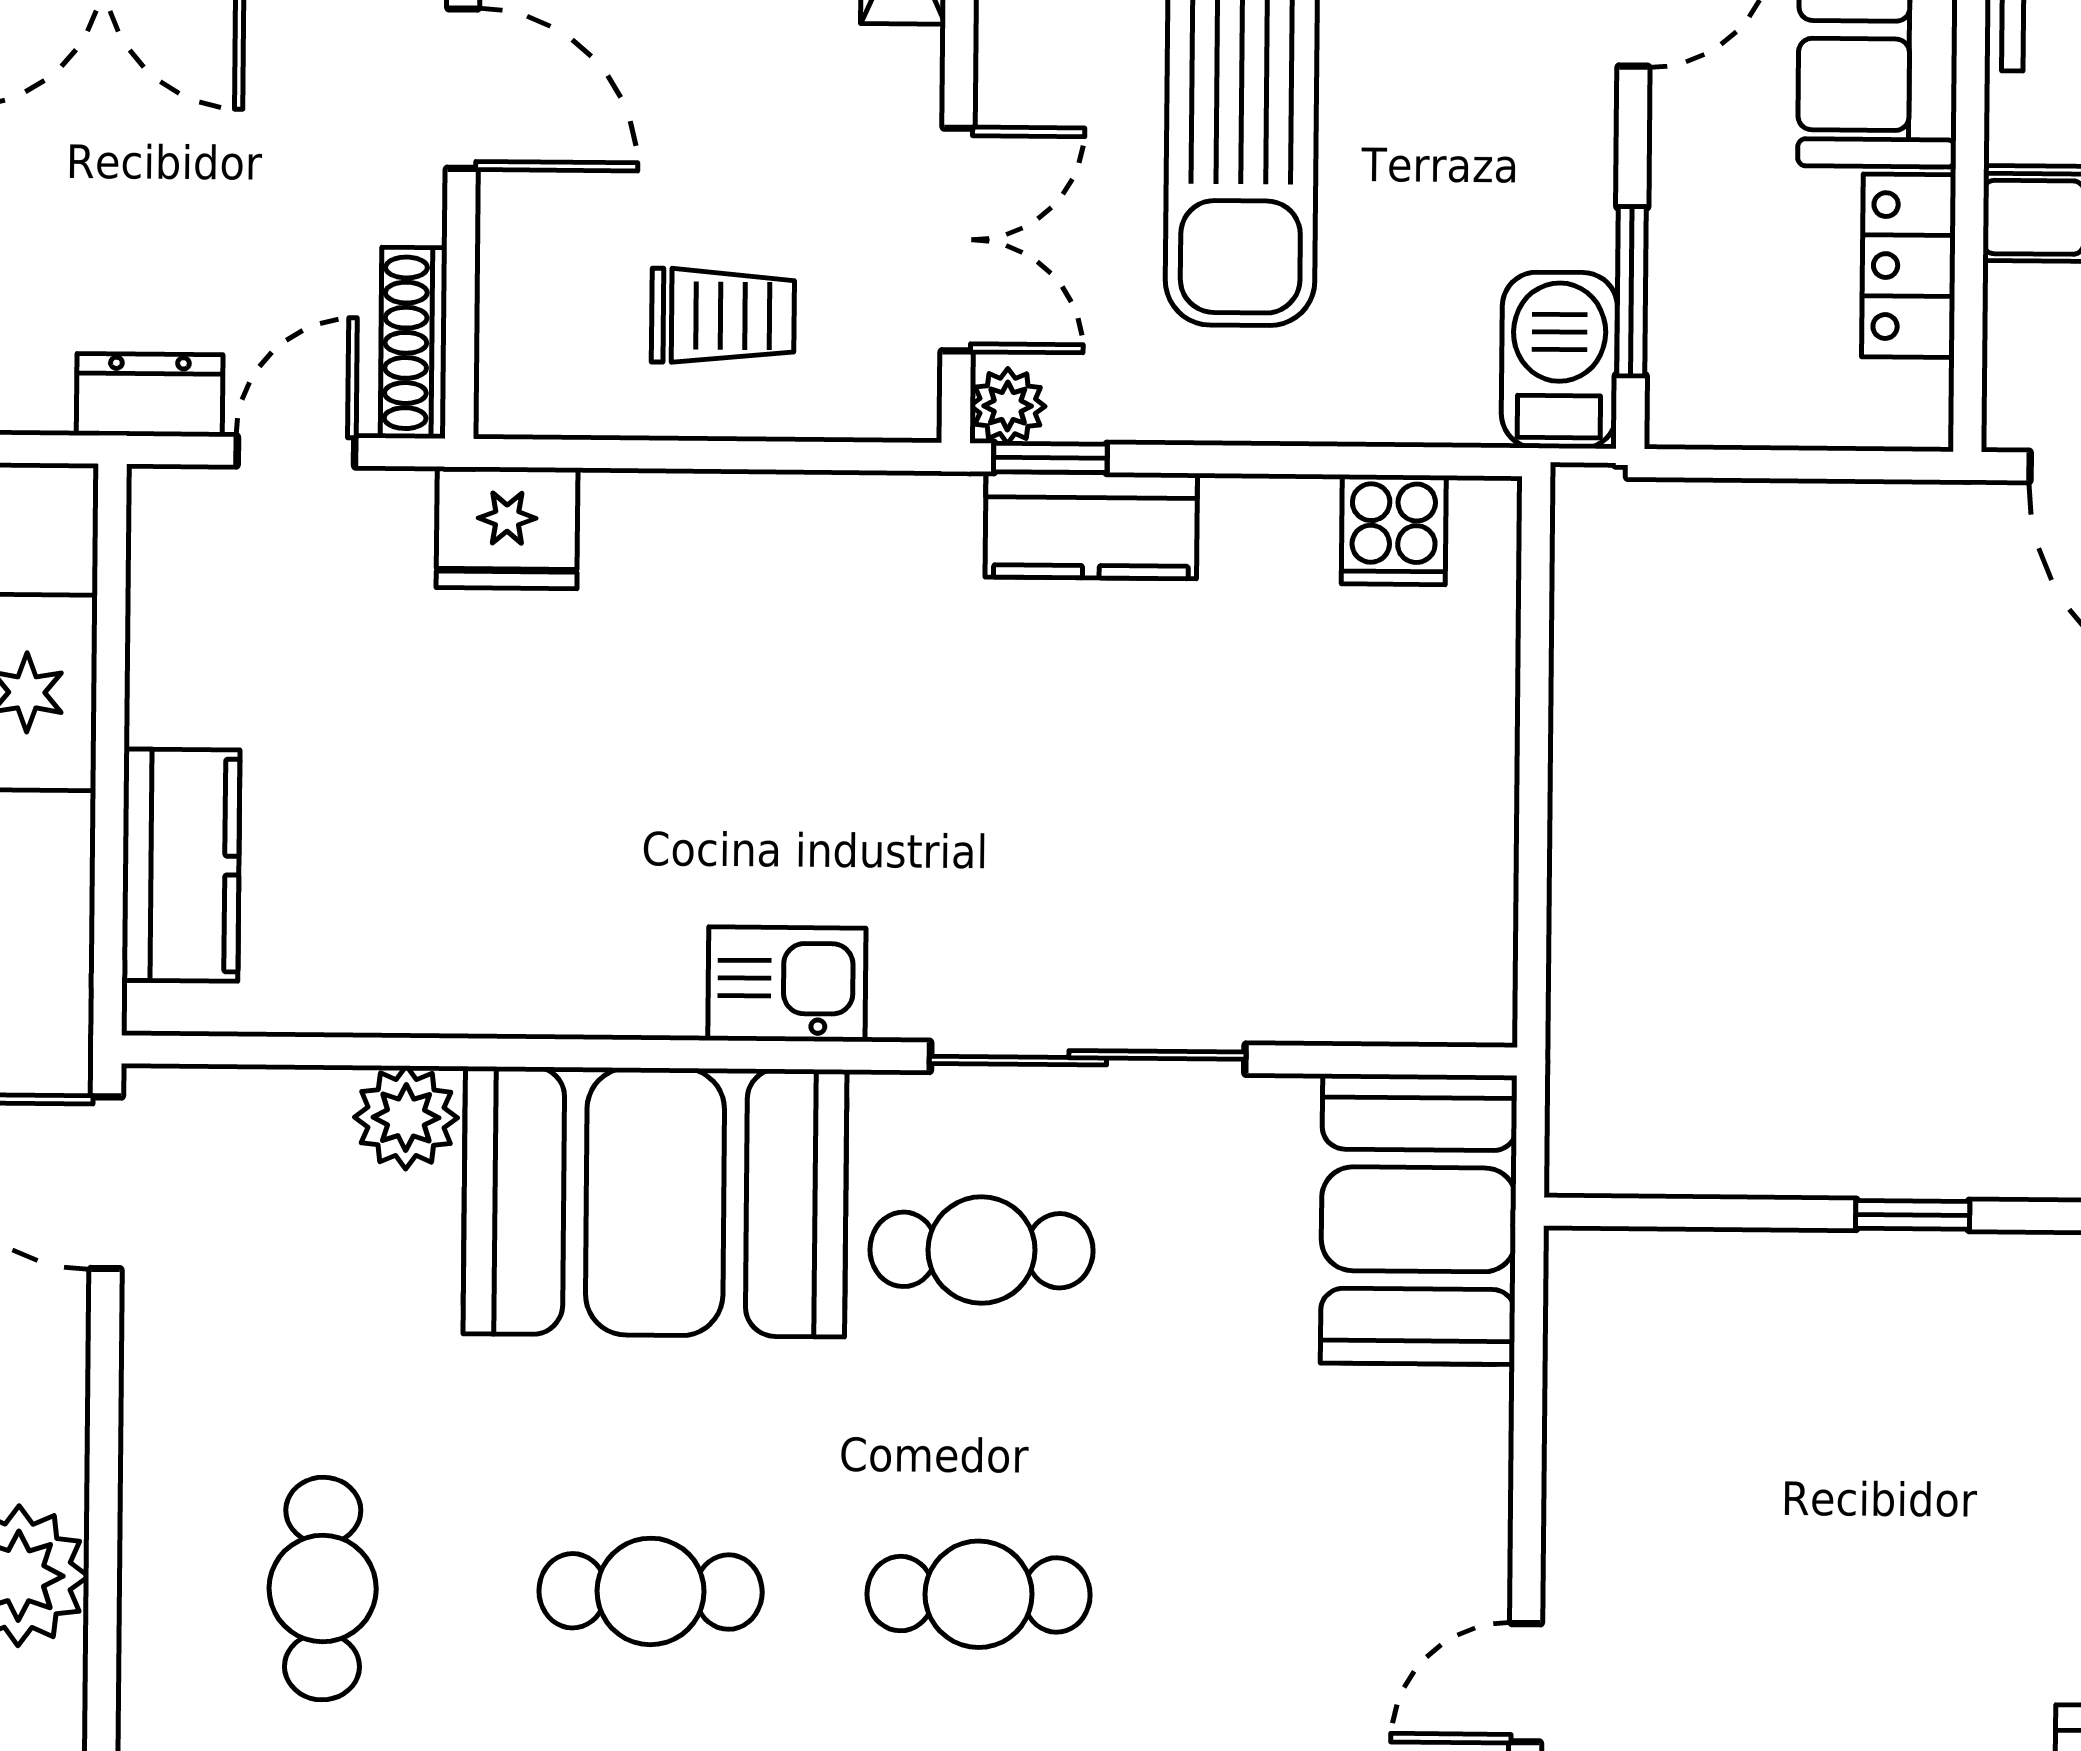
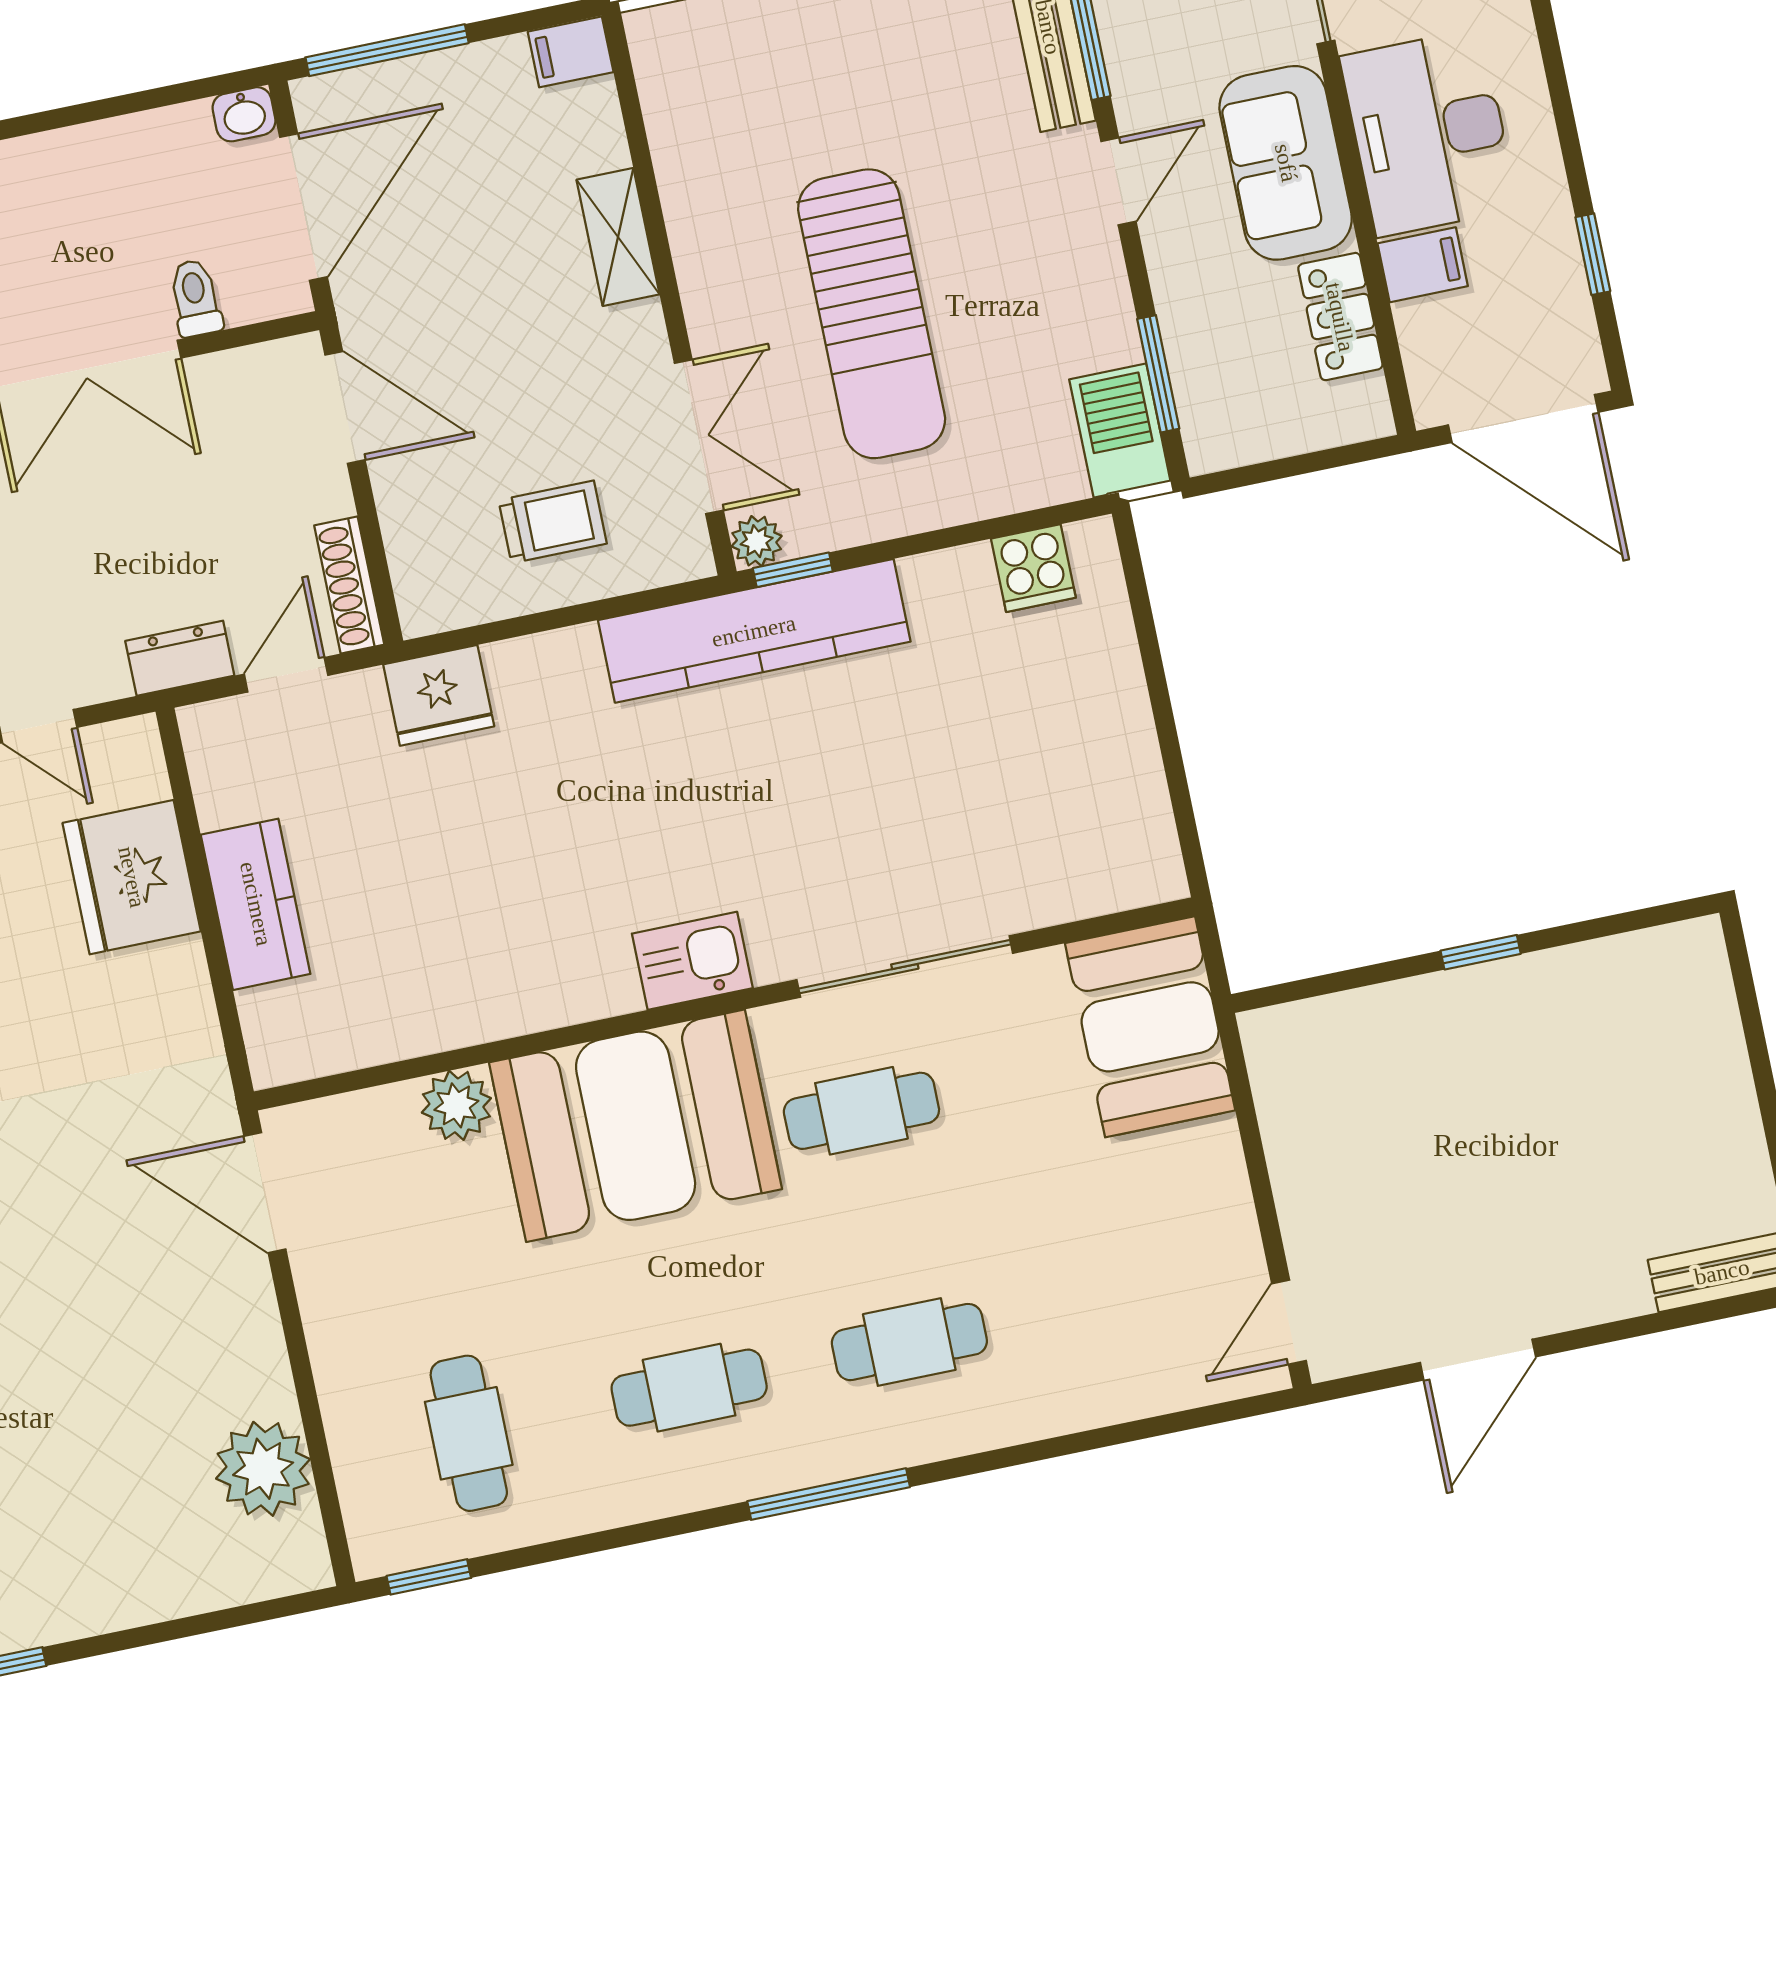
kitchen counter: (1091, 525) -> (754, 631), width x2.08, depth x1.17
kitchen counter: (181, 865) -> (256, 904), moved

